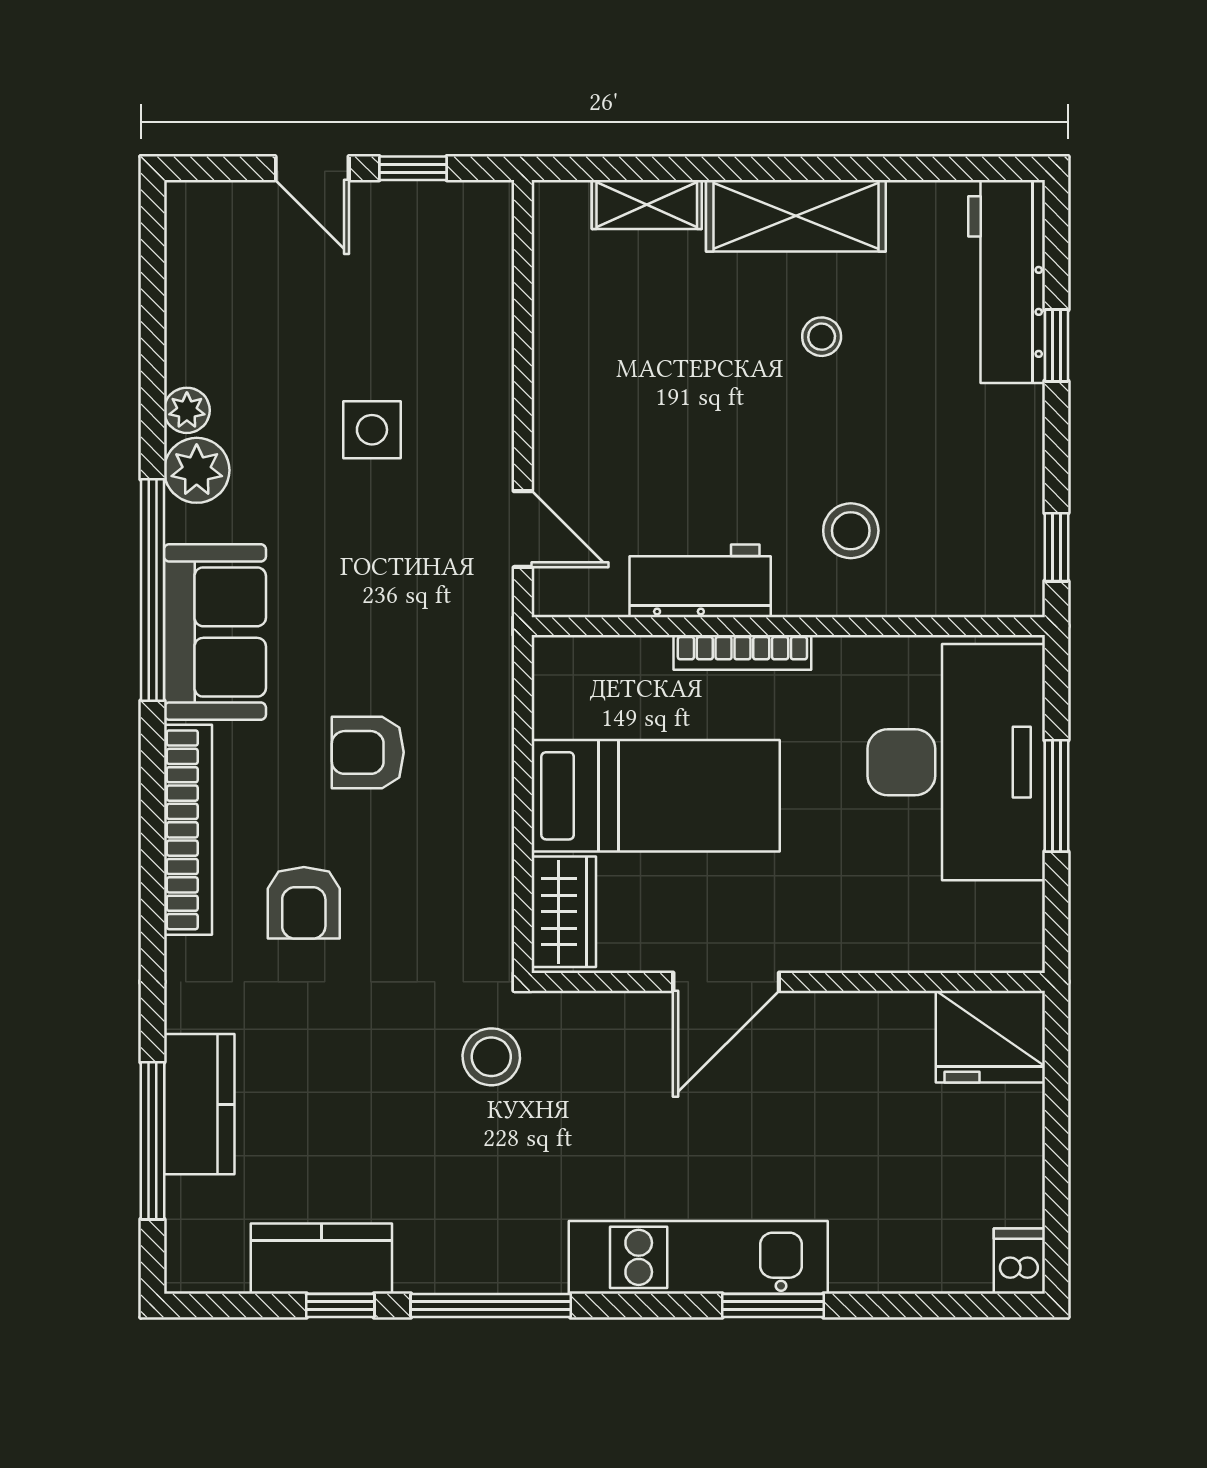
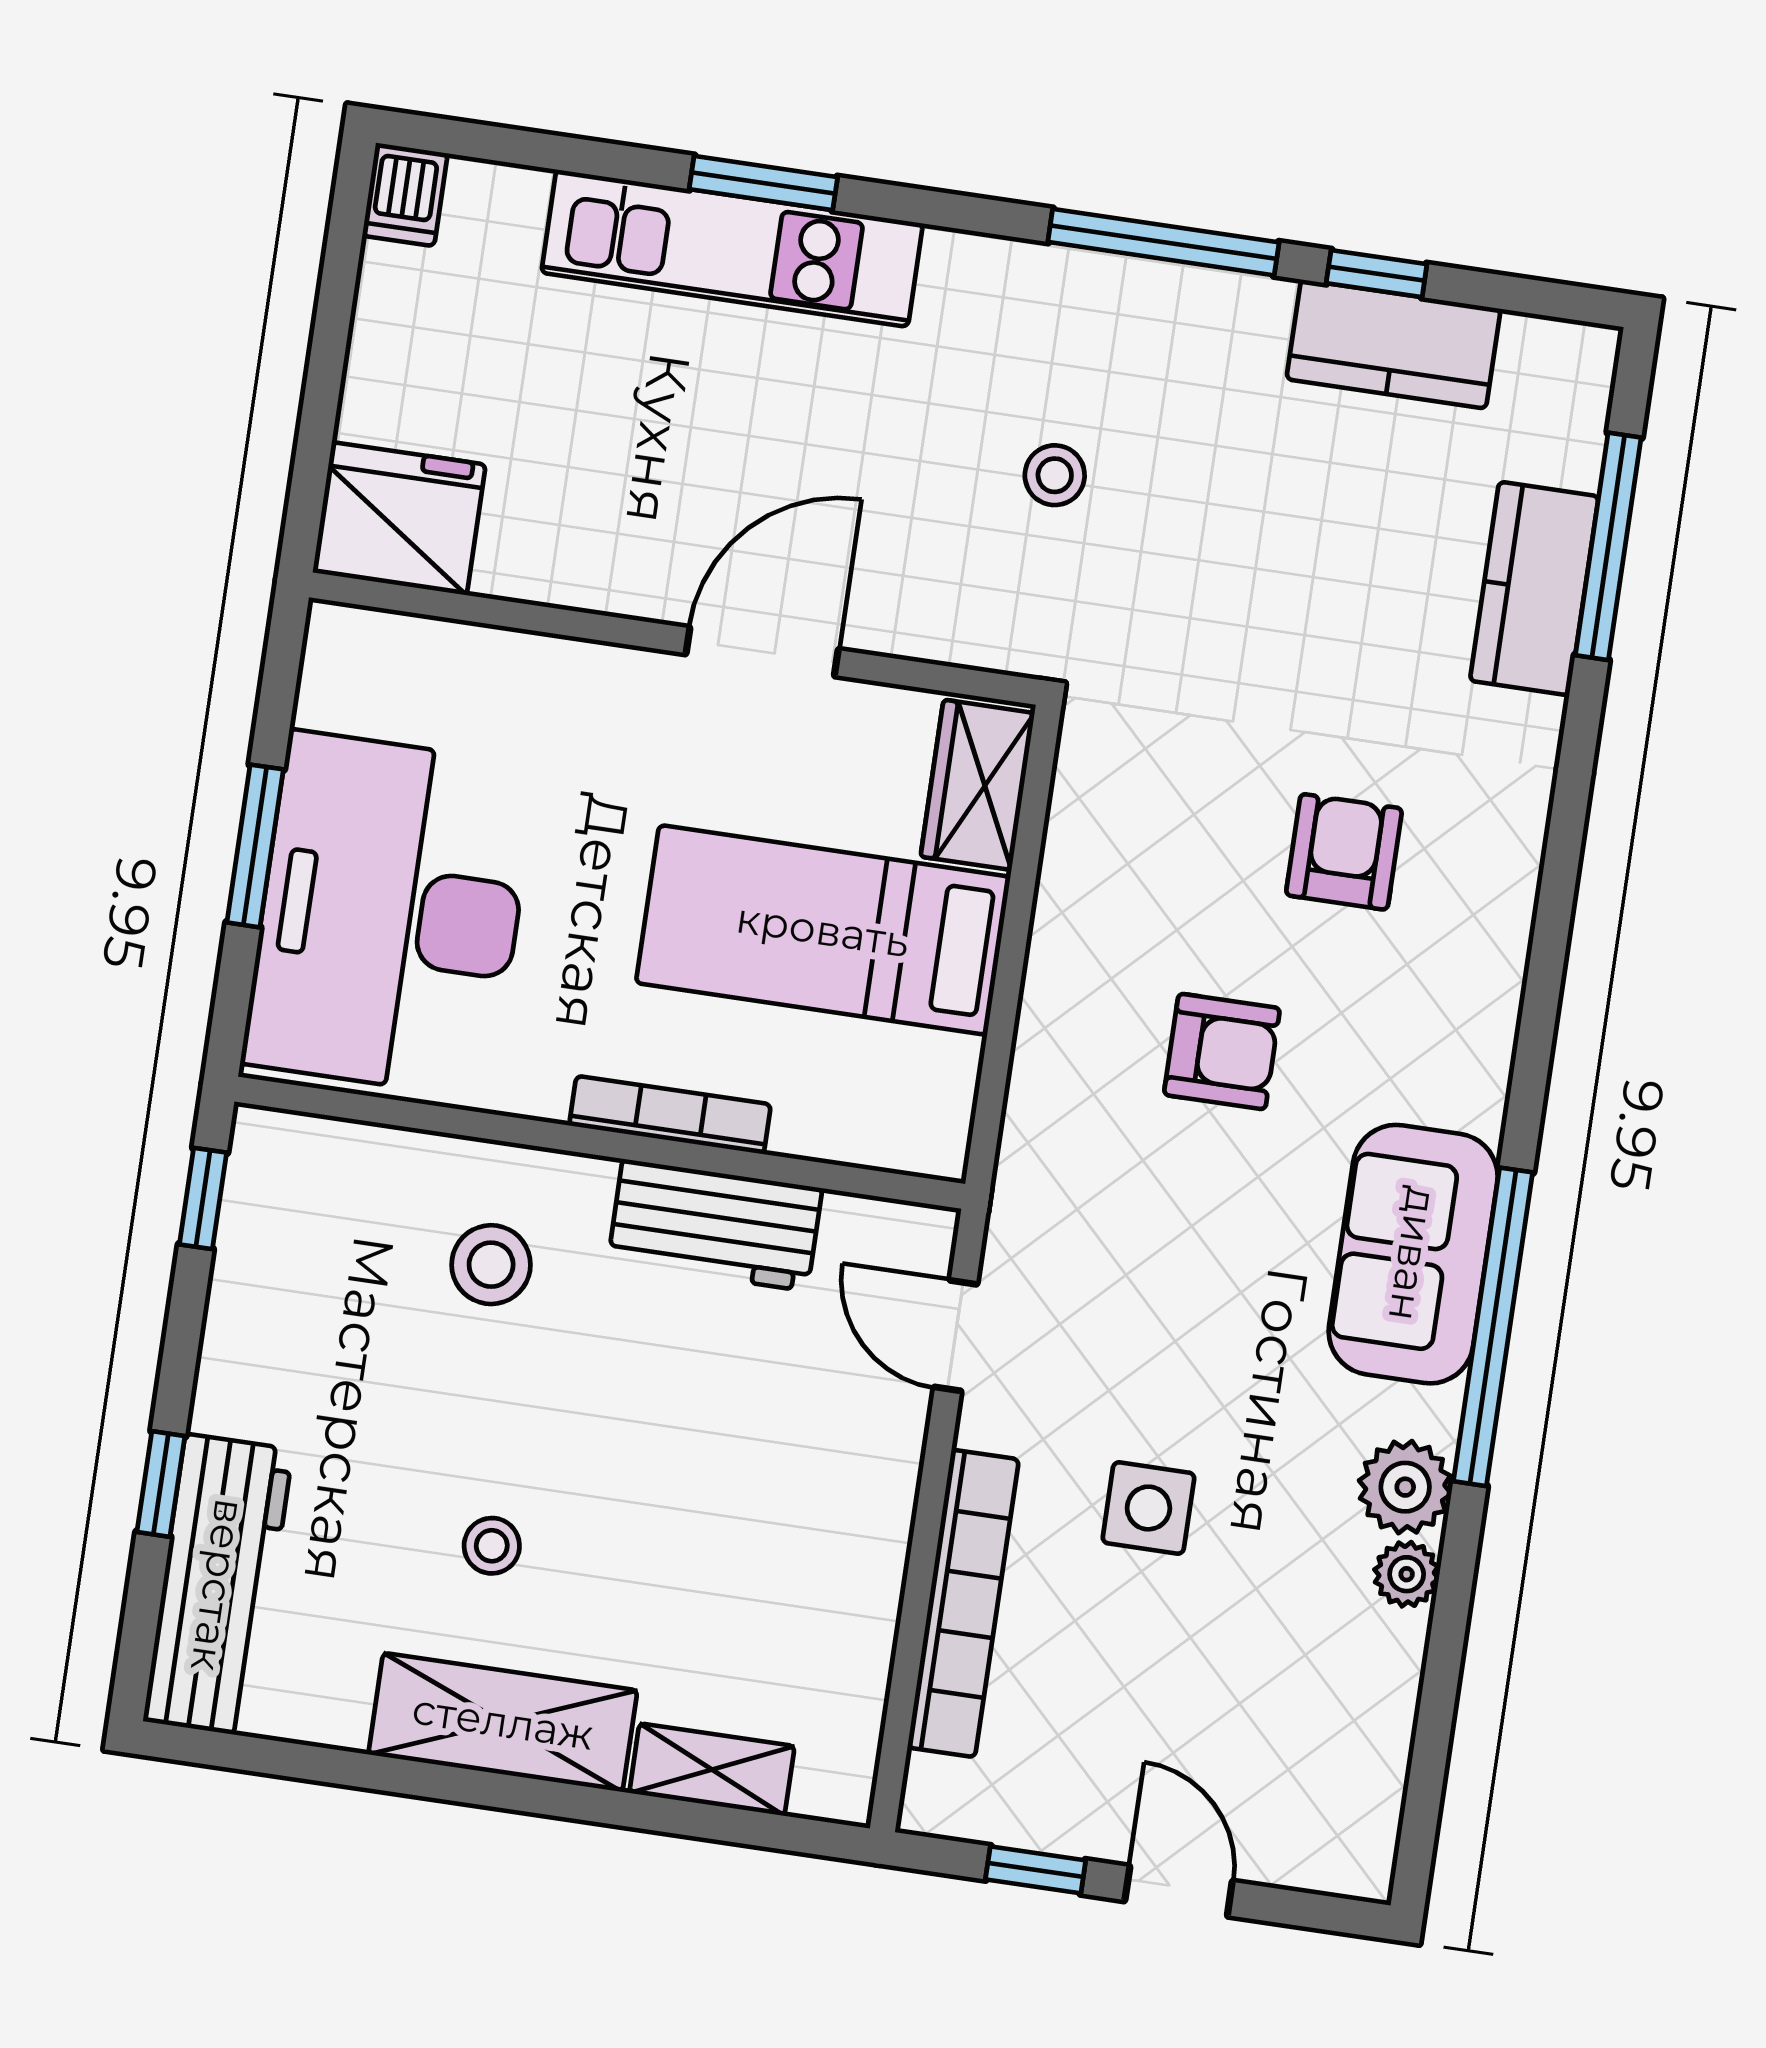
bookcase: (188, 830) -> (963, 1603), moved, turned 180
stool: (491, 1057) -> (1055, 475), moved, width x0.73, depth x0.73
kitchen unit: (698, 1257) -> (732, 248), moved

